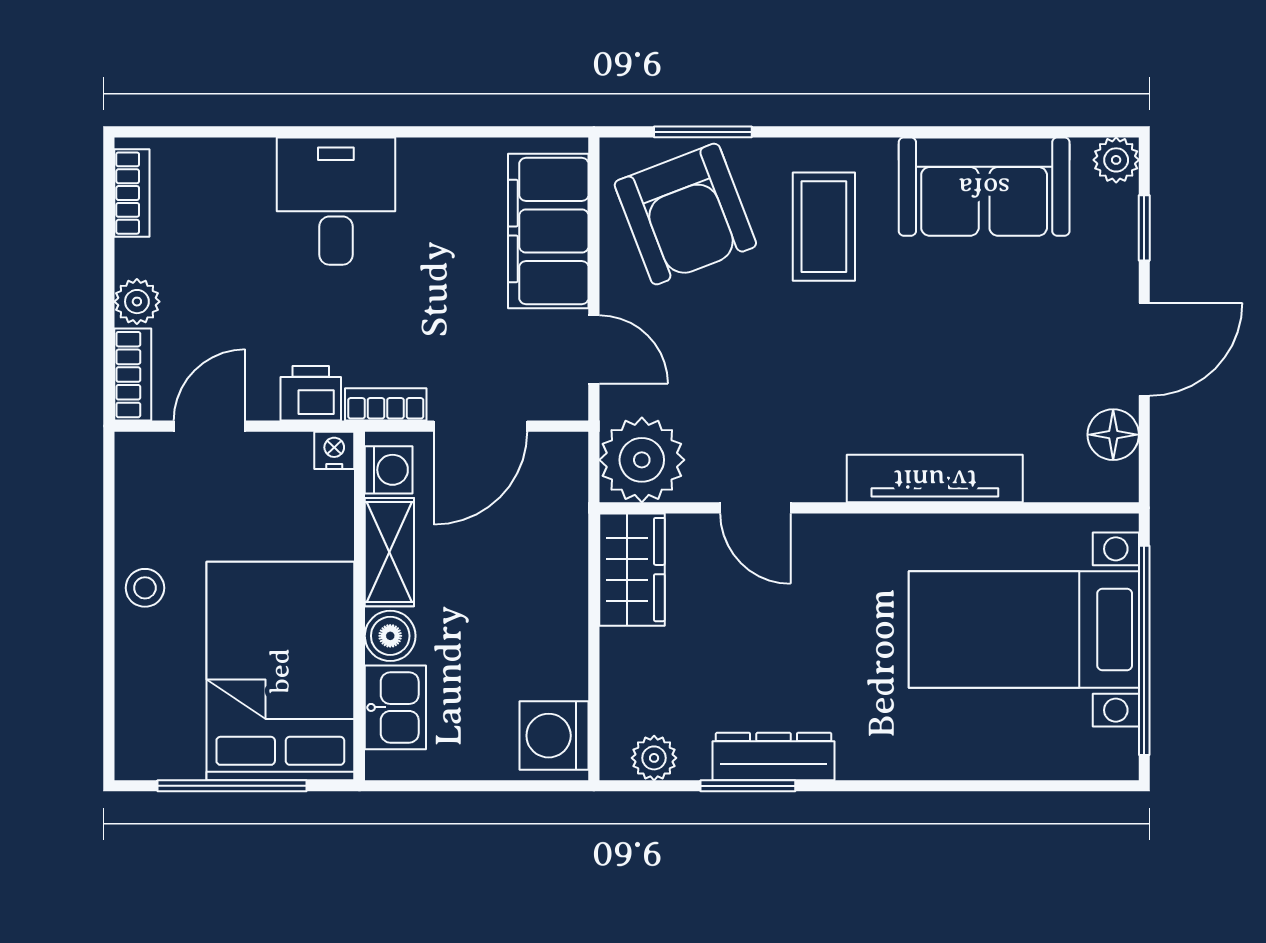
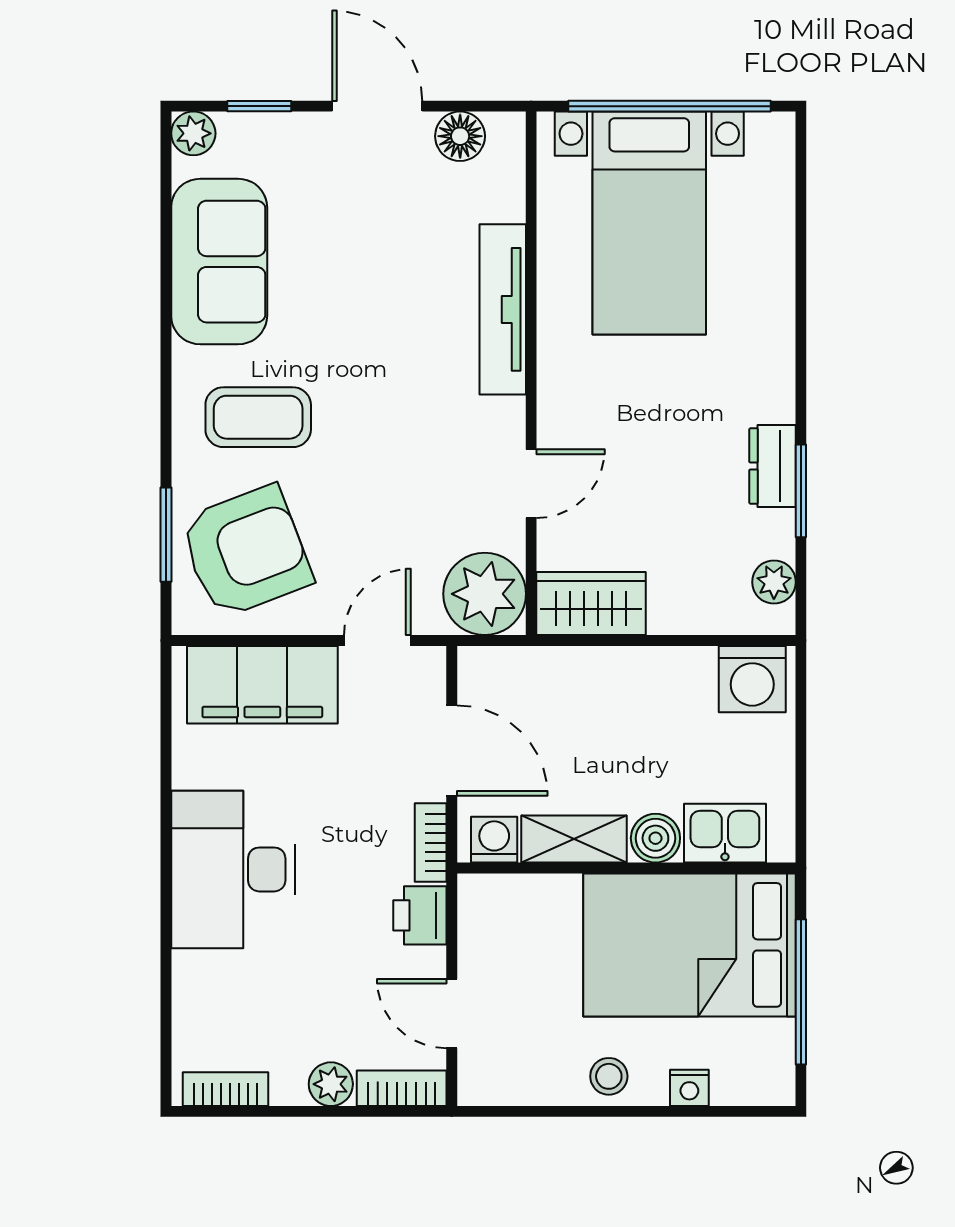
desk: (336, 201) -> (233, 869), width x1.37
nightstand: (334, 450) -> (689, 1088), moved, turned -90
dresser: (774, 756) -> (773, 466), width x0.70

